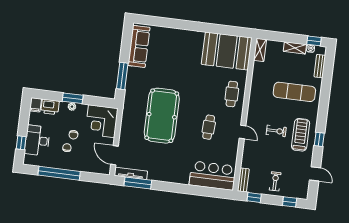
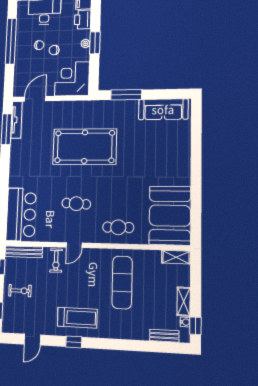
exercise mat: (294, 92) -> (122, 282), moved
exercise bike: (276, 131) -> (56, 261), moved
bench: (243, 180) -> (24, 252), width x1.36

